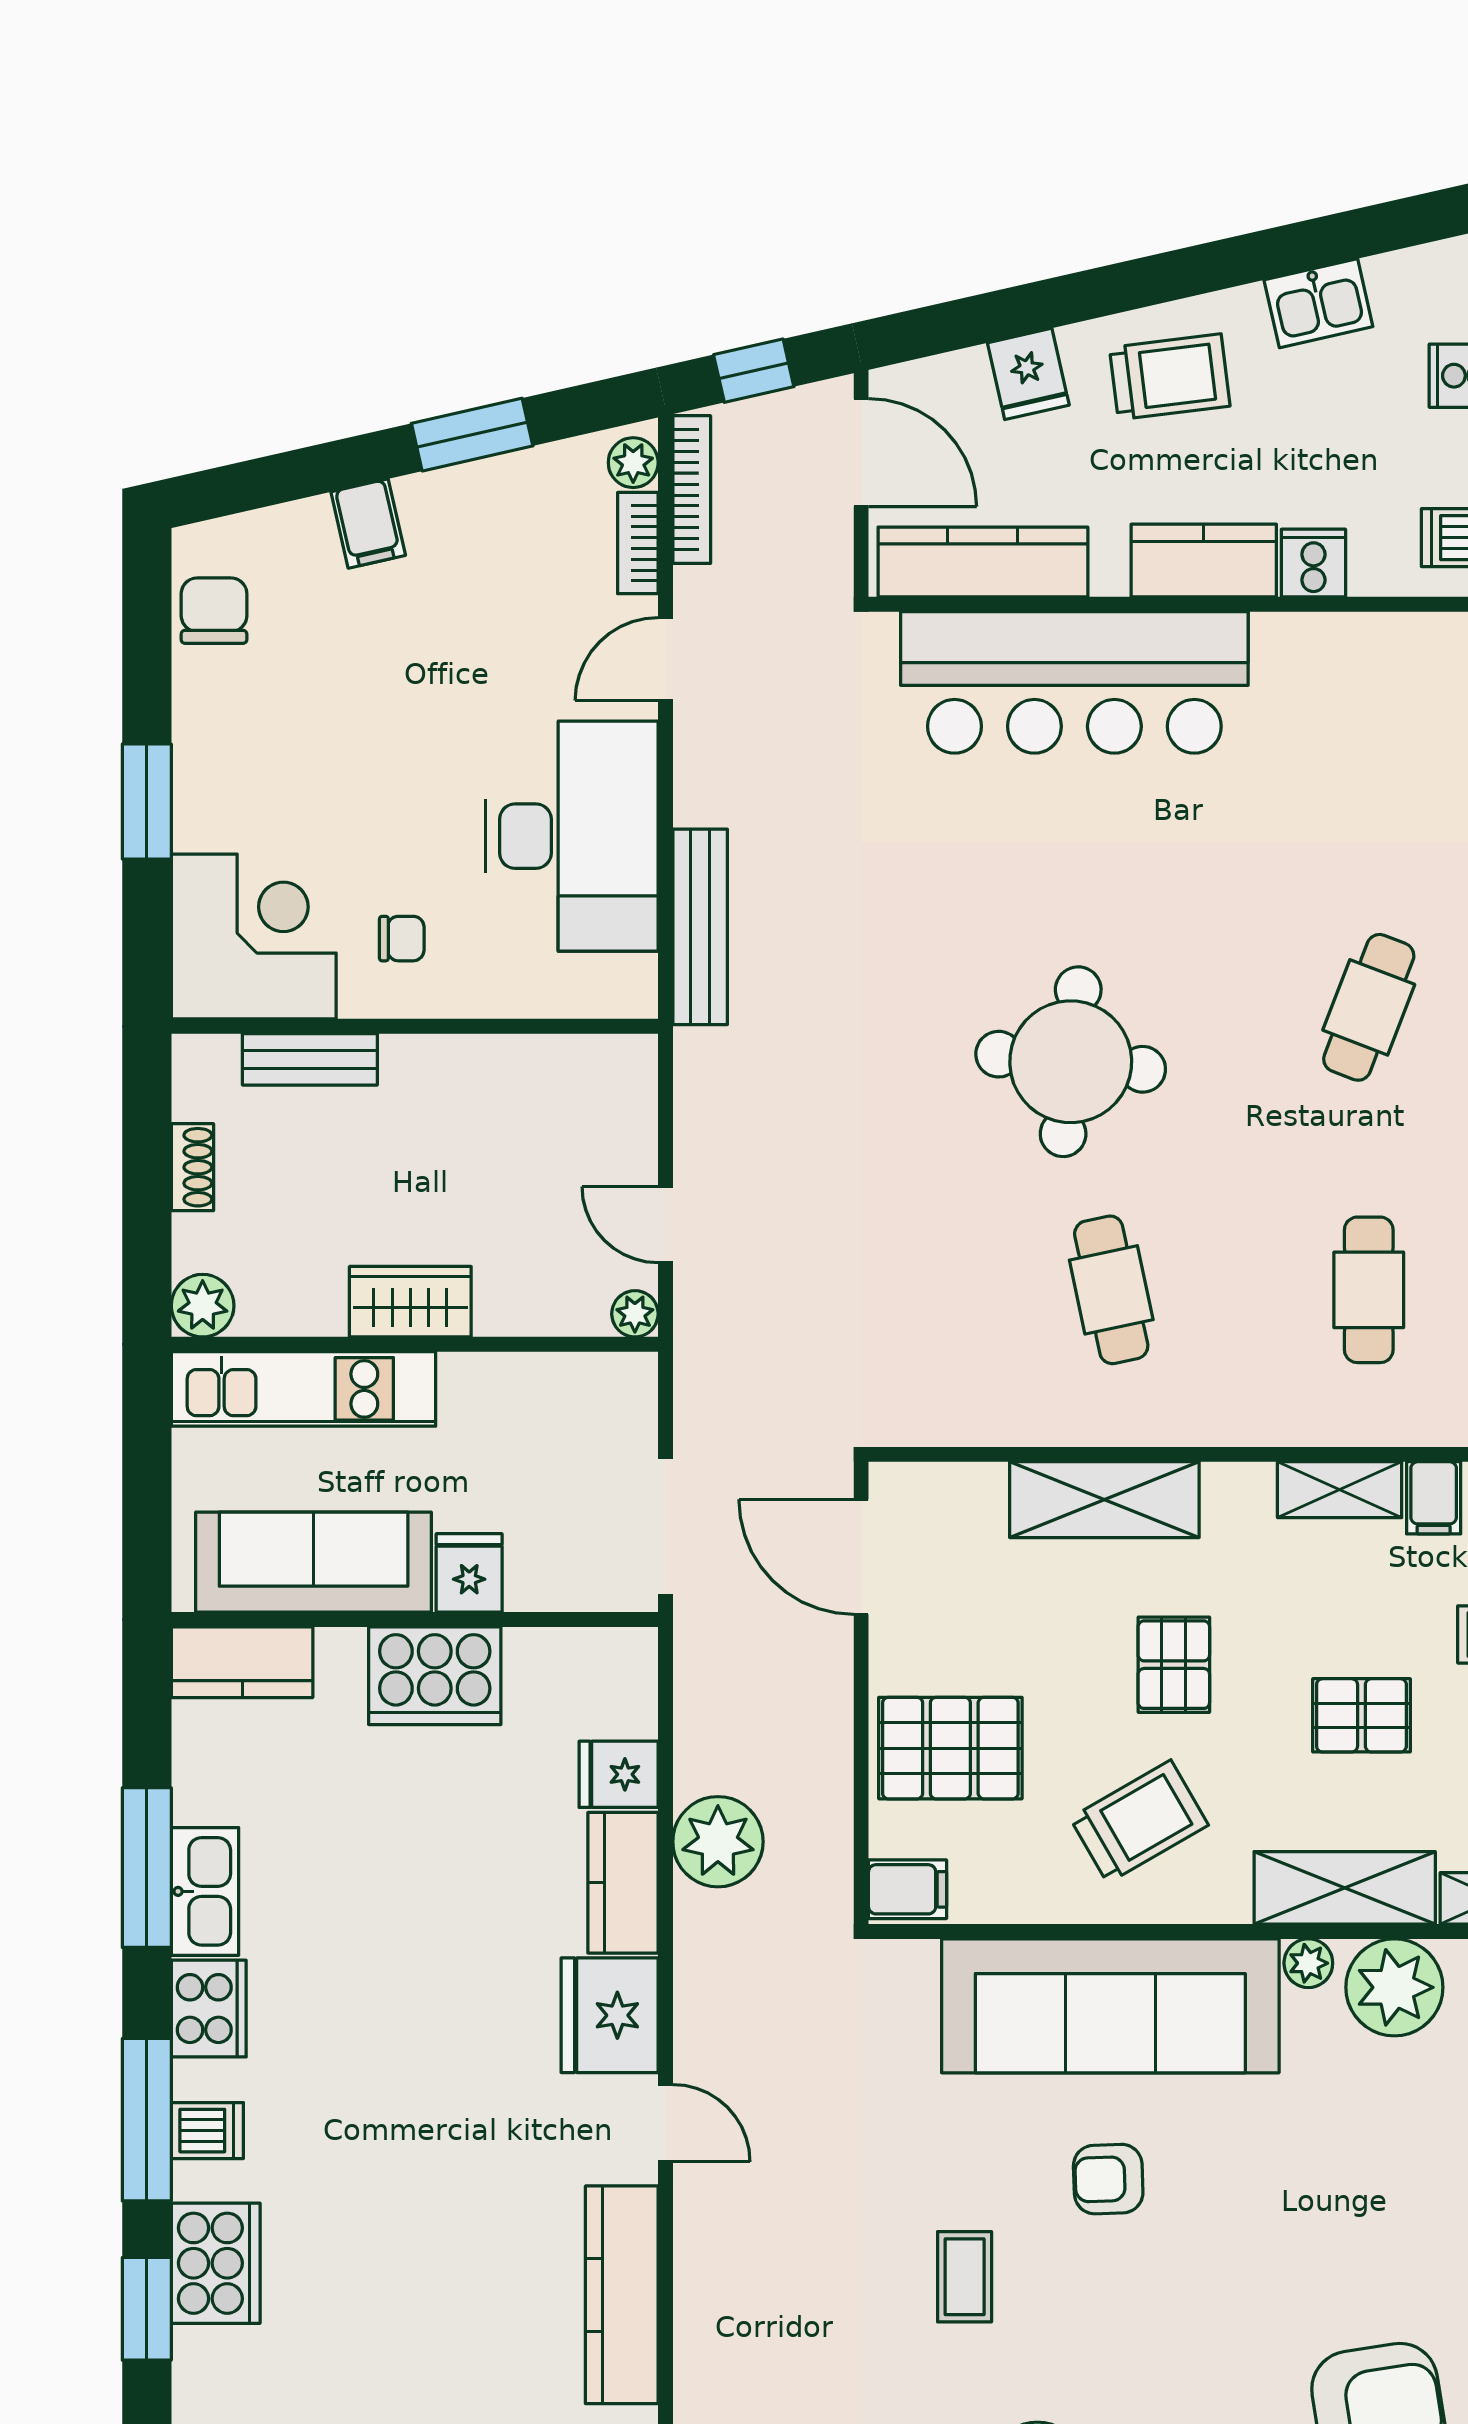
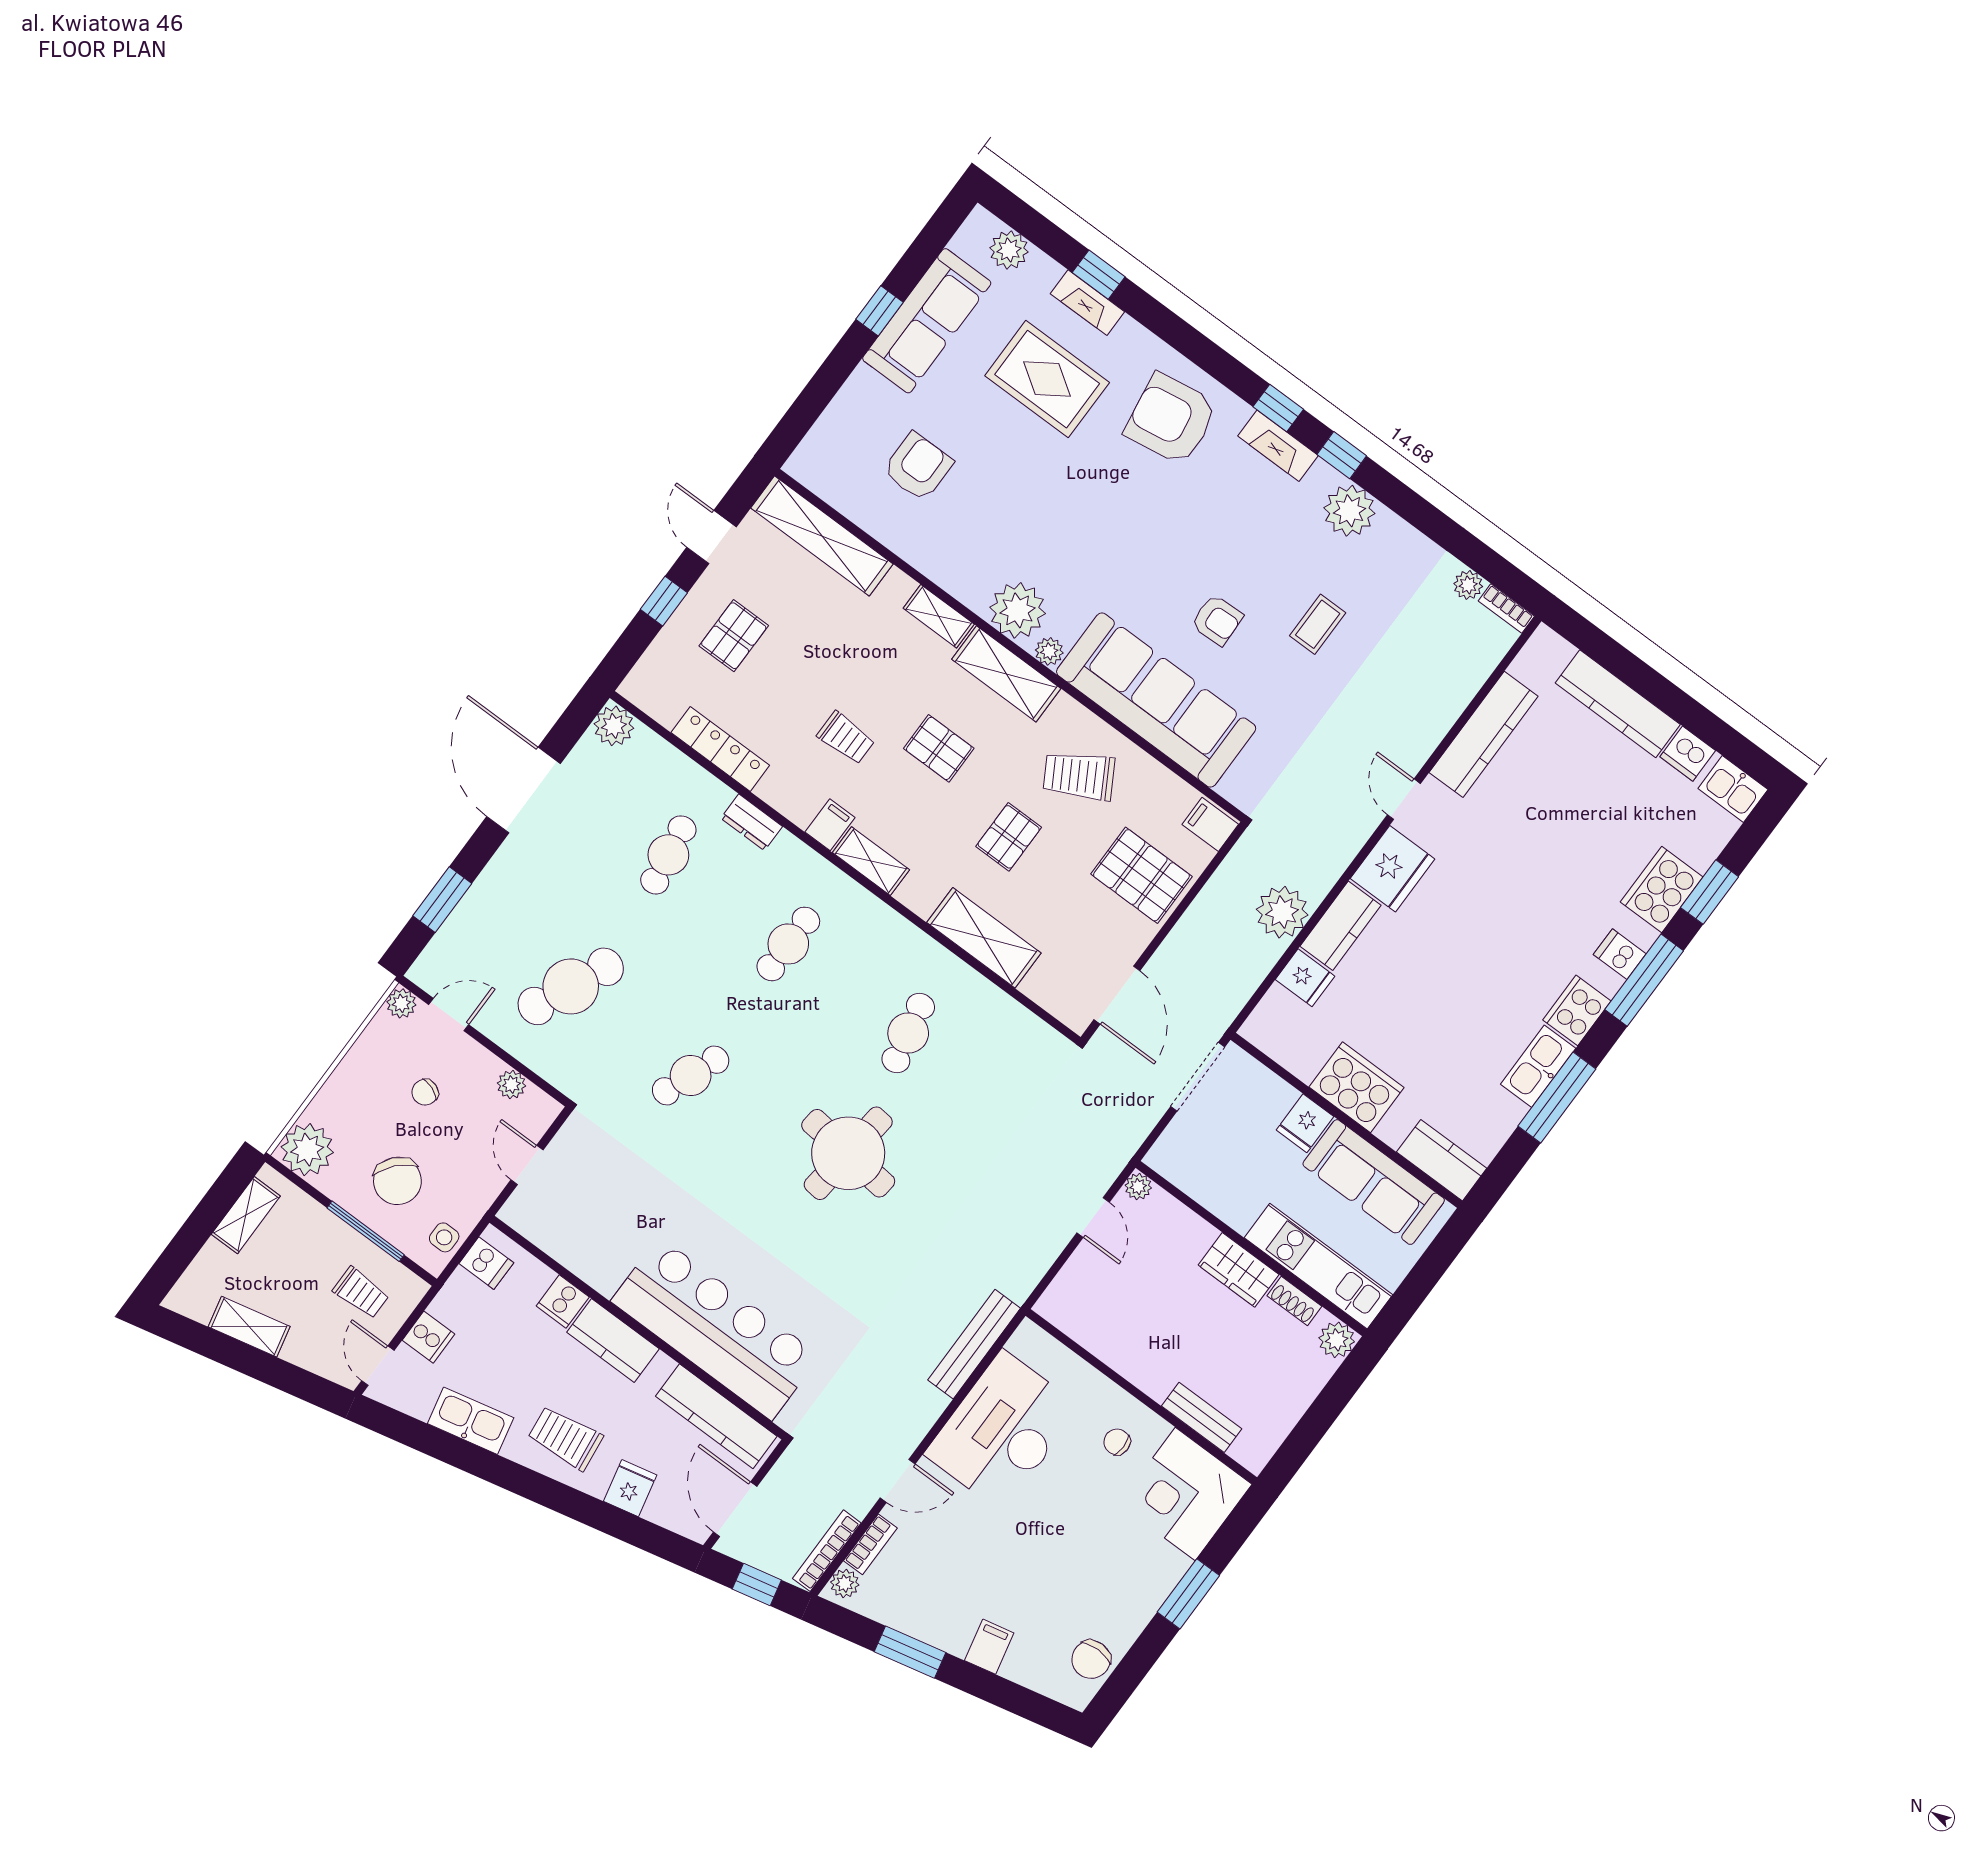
kitchen sink: (1318, 303) -> (471, 1421), width x1.38
shoe rack: (192, 1167) -> (1294, 1301), moved, turned -90

